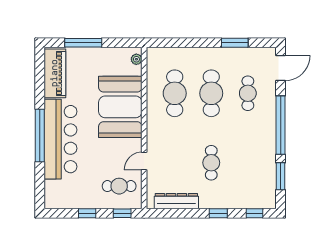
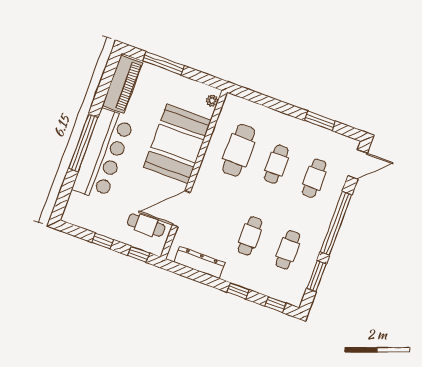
cafe table: (211, 93) -> (276, 164), width x0.73, depth x0.74
door: (144, 161) -> (181, 209), width x1.87
cafe table: (248, 163) -> (288, 250), added

